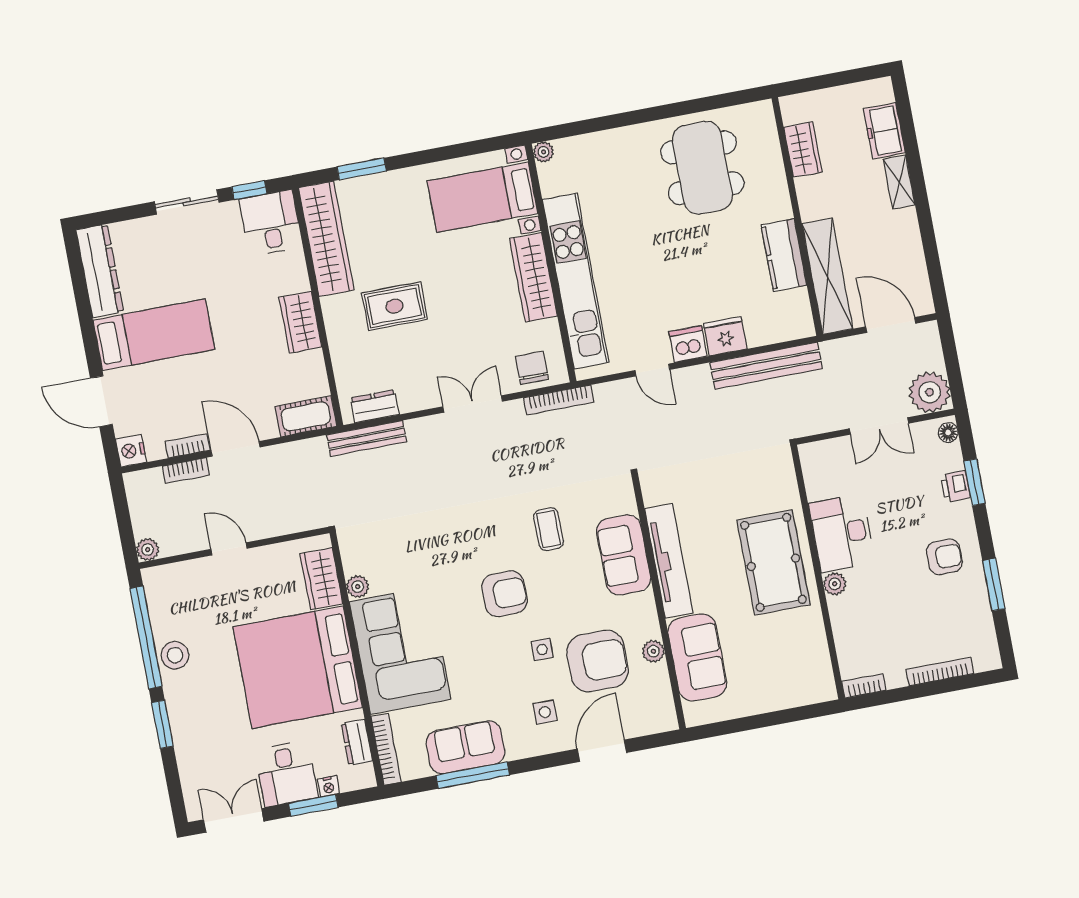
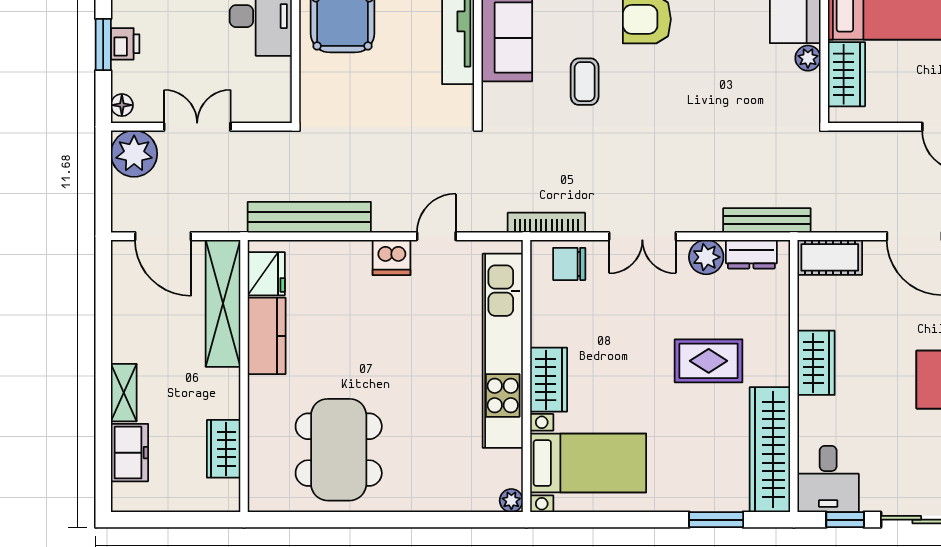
wardrobe: (533, 277) -> (549, 380), width x0.67
fridge: (725, 336) -> (266, 274), moved, turned -90
chair: (532, 368) -> (569, 264), turned 90
door: (652, 370) -> (436, 236), hinge flipped
plant: (414, 396) -> (706, 257), added

